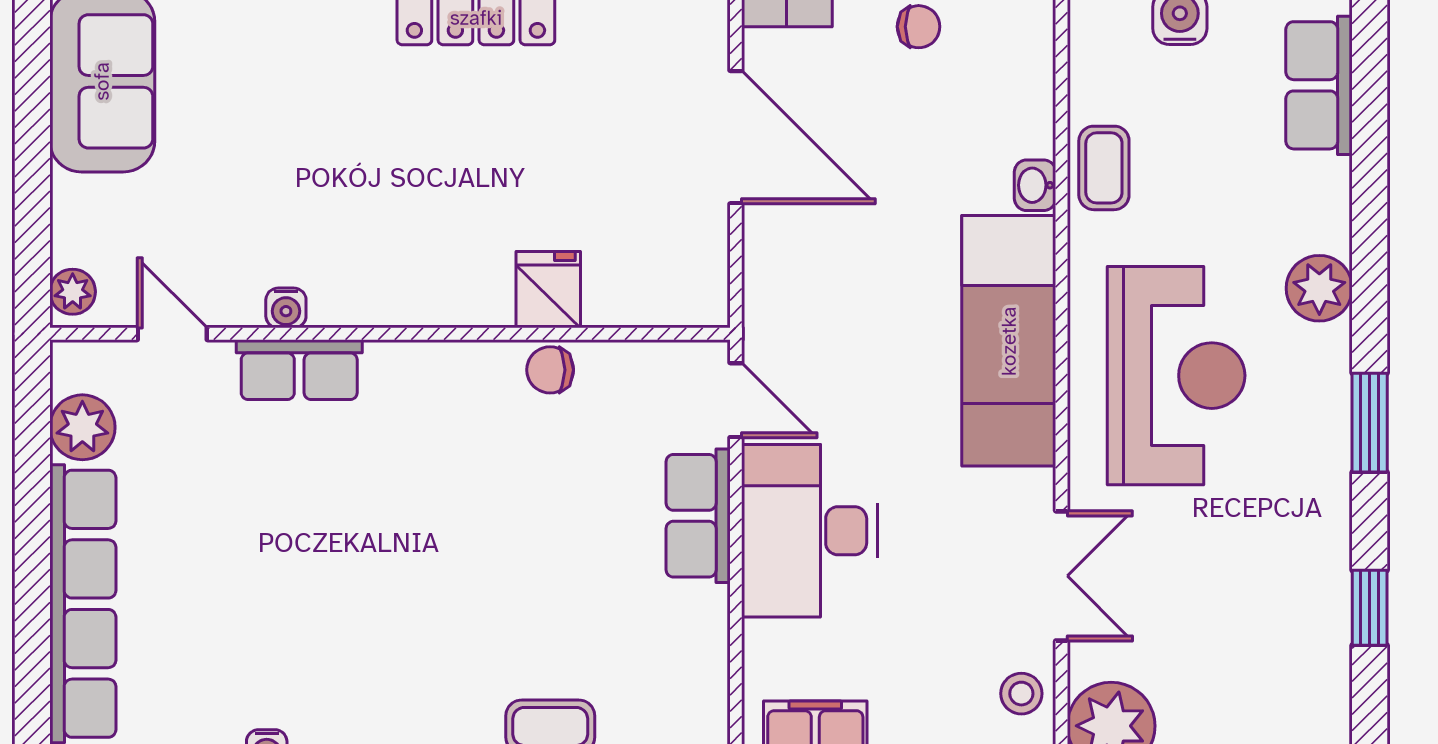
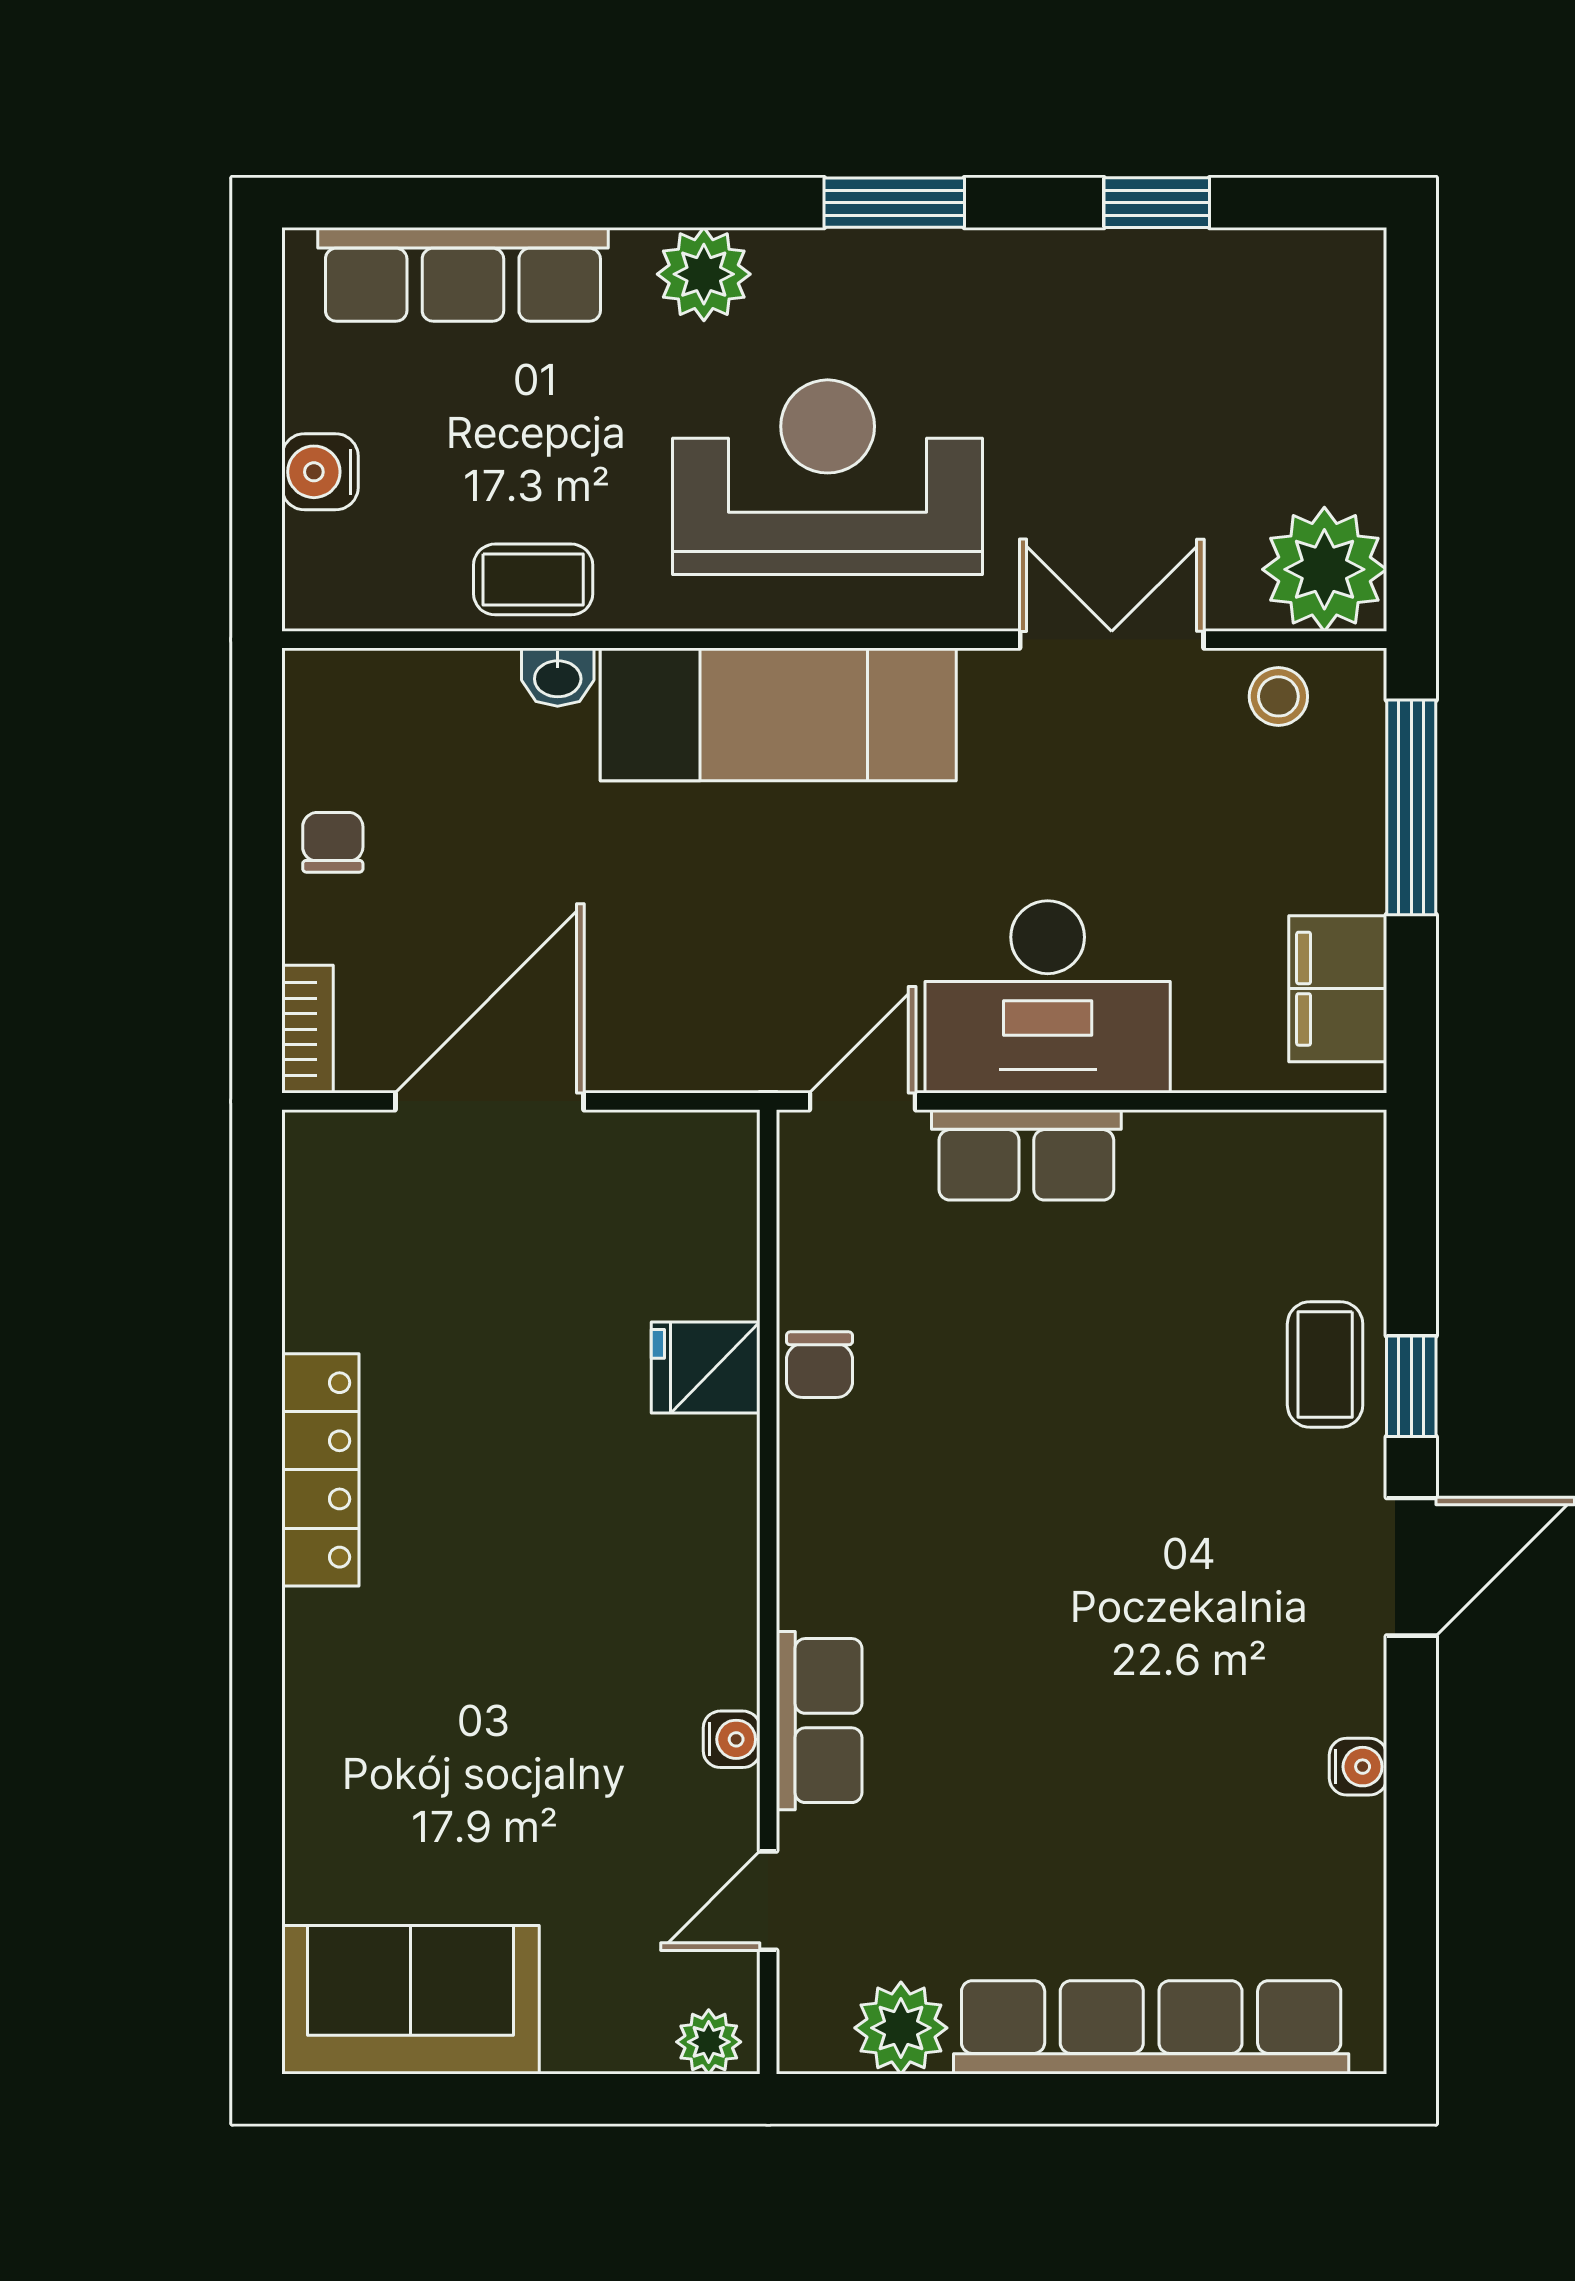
row of seats: (1319, 85) -> (463, 274), width x1.48

